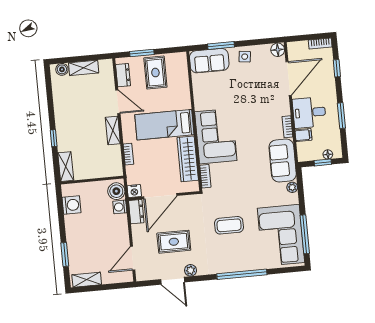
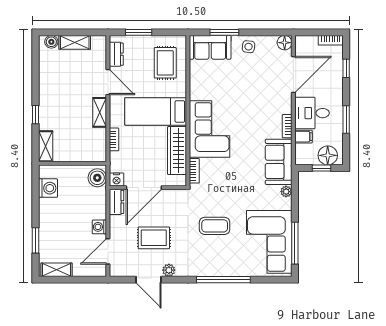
rug: (155, 73) -> (165, 63), moved
floor lamp: (328, 154) -> (328, 155), width x1.89, depth x1.89
washing machine: (120, 207) -> (99, 227), moved

